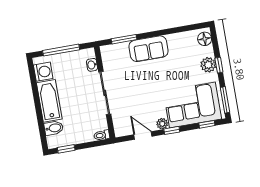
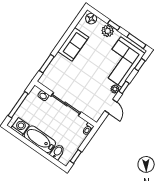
sofa: (148, 49) -> (73, 44), moved
door: (143, 136) -> (111, 106), swing flipped

